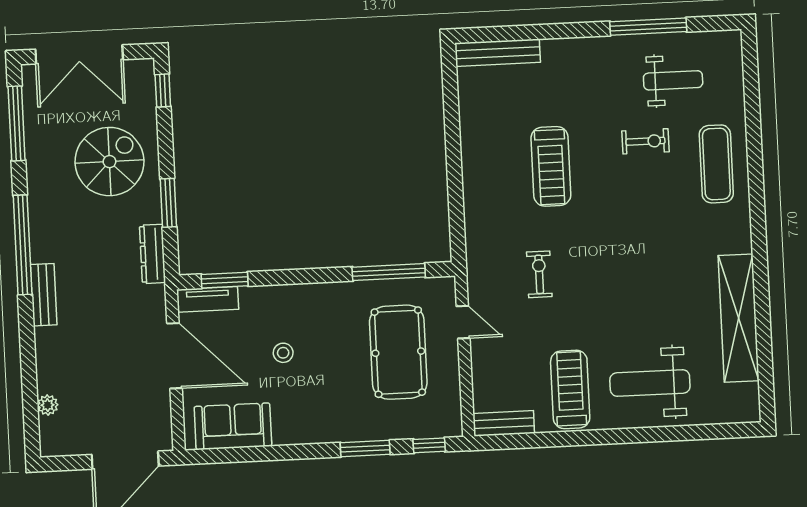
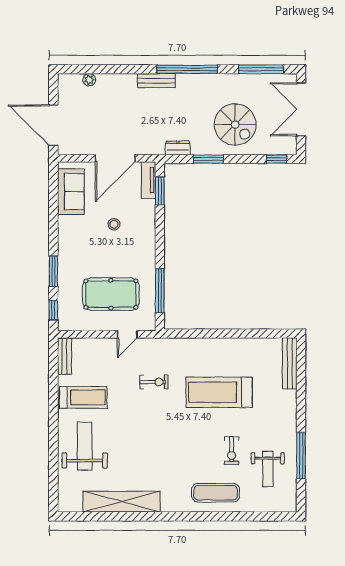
treadmill: (551, 166) -> (219, 392), width x1.37, depth x1.38
dresser: (153, 254) -> (178, 148), width x0.70

